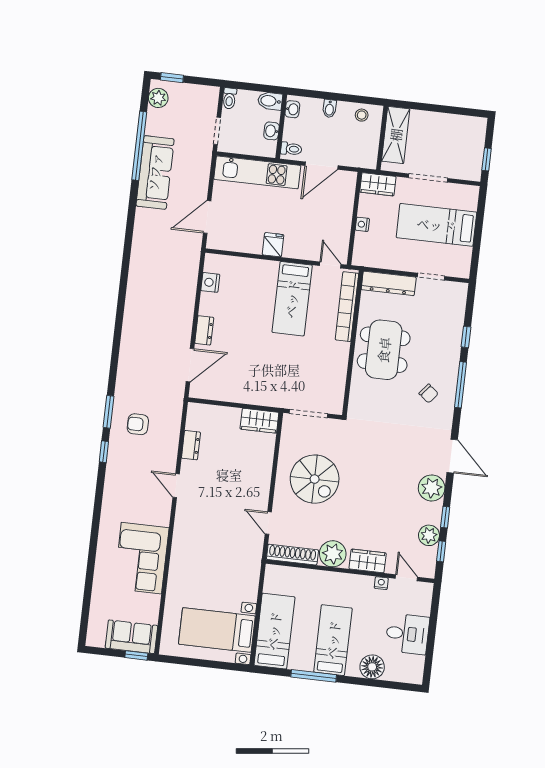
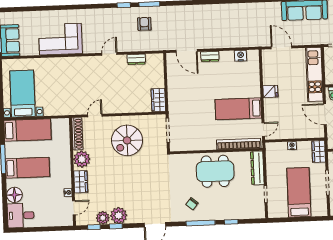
plant: (432, 488) -> (119, 215), moved
desk: (407, 634) -> (21, 215), moved, turned 90

